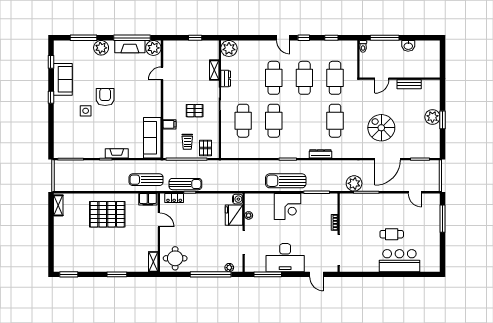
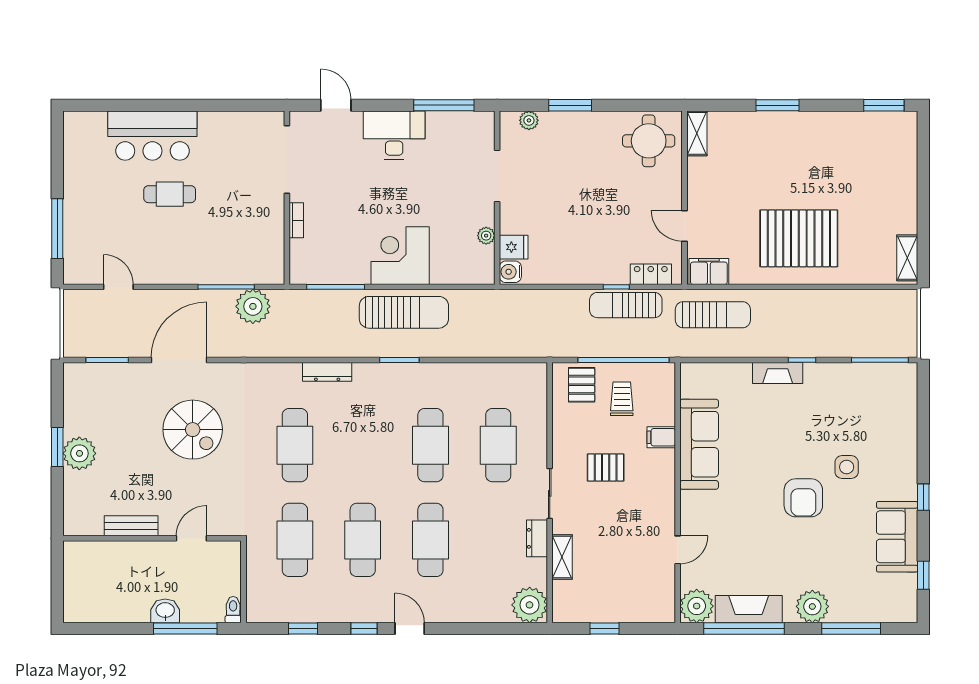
washbasin: (408, 46) -> (165, 611), moved
sofa: (152, 138) -> (699, 444), moved
fridge: (234, 215) -> (514, 247), width x0.53, depth x0.75
desk: (285, 258) -> (394, 135), width x0.73, depth x0.77
window: (211, 274) -> (570, 105), width x0.47

